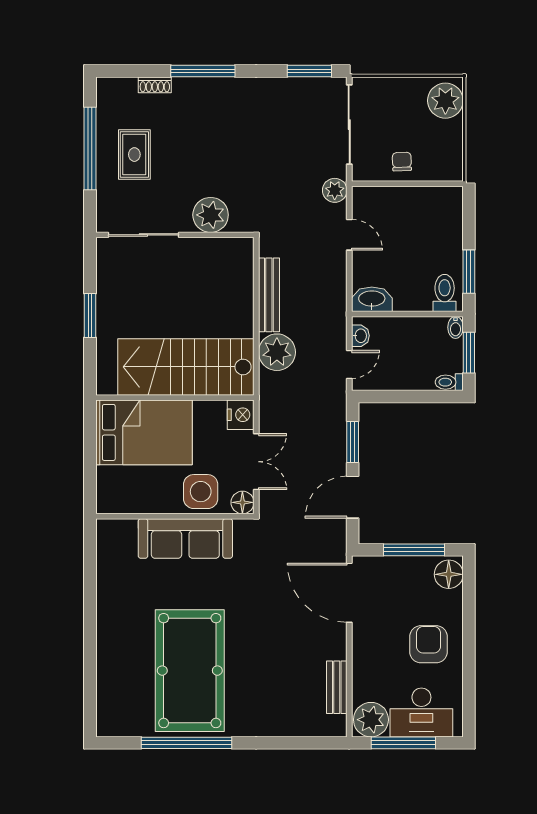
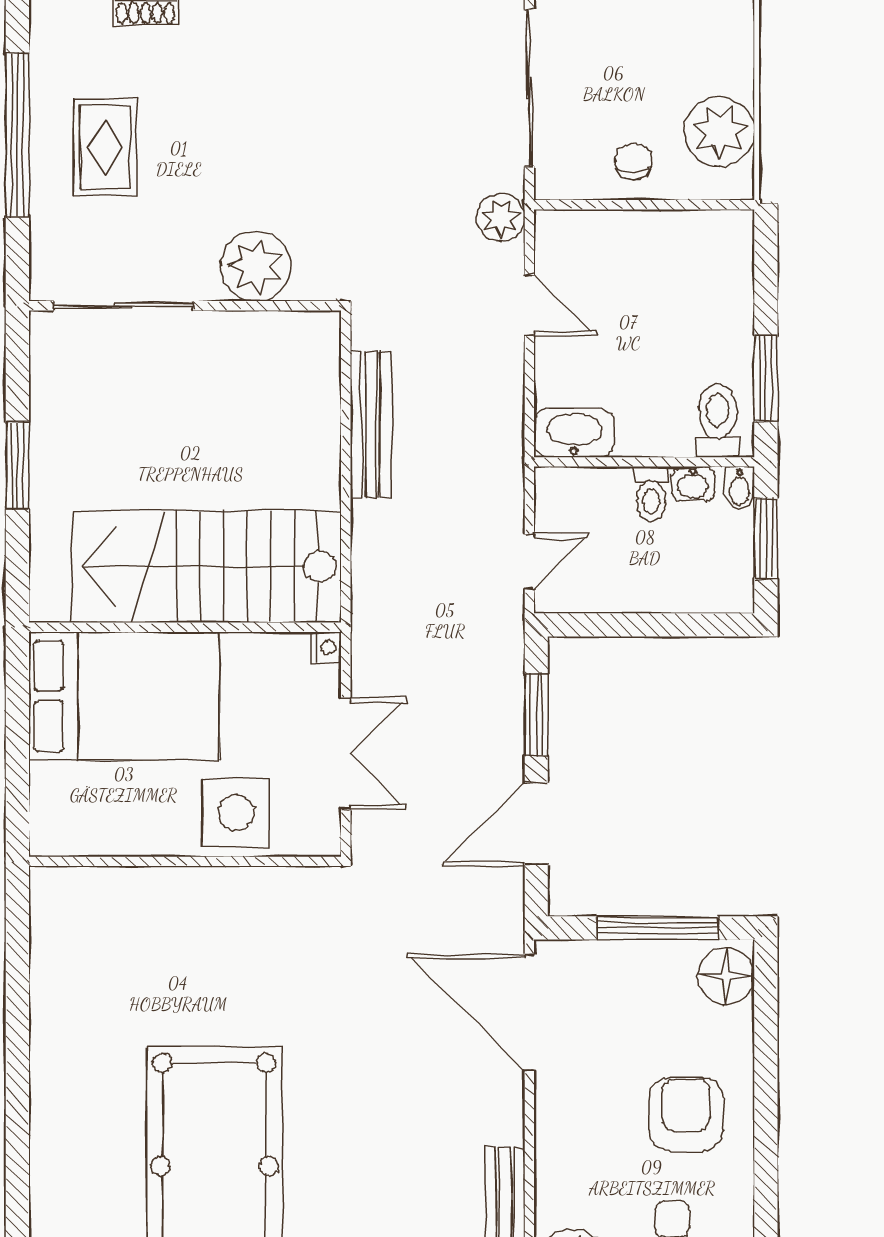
plant: (445, 101) -> (719, 131), moved
washbasin: (360, 336) -> (693, 484), moved, turned 90
plant: (277, 352) -> (387, 537), removed
toilet: (449, 382) -> (651, 494), moved, turned -90
nightstand: (241, 415) -> (326, 647), width x0.53, depth x0.56
floor lamp: (242, 502) -> (319, 834), removed
sofa: (185, 539) -> (206, 905), removed

